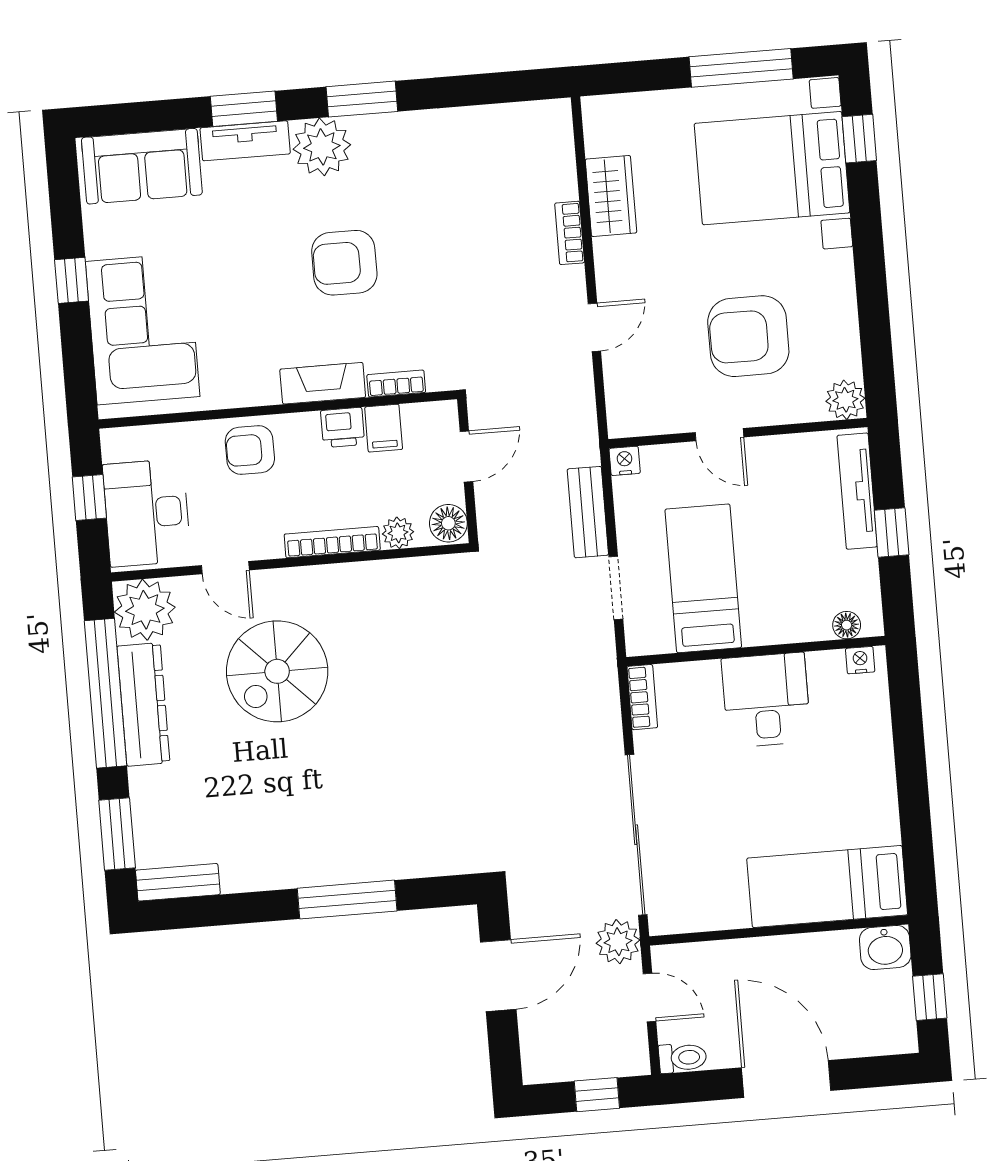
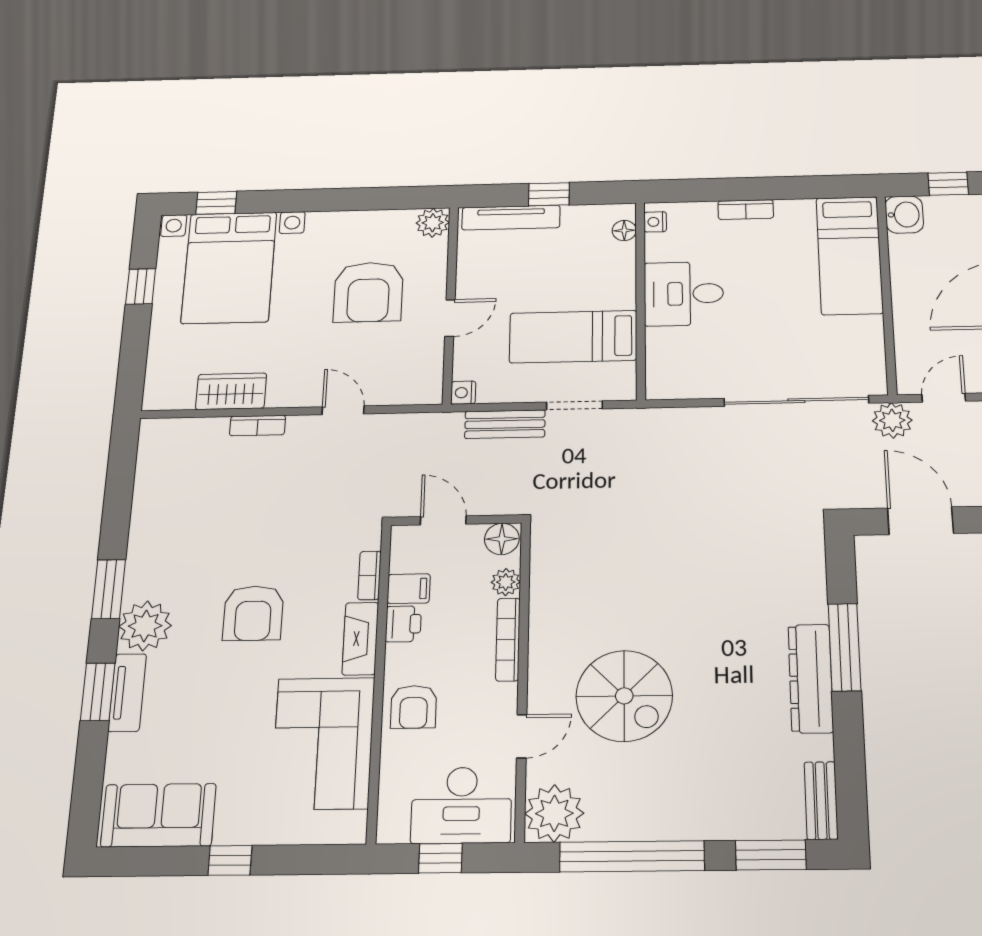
window: (741, 68) -> (141, 286), width x0.46
sofa: (142, 166) -> (158, 815), moved, turned -90
corner sofa: (143, 329) -> (323, 743), moved, turned -90
bookcase: (642, 697) -> (746, 210), moved, turned 180
dresser: (143, 704) -> (811, 678), moved, turned -90

